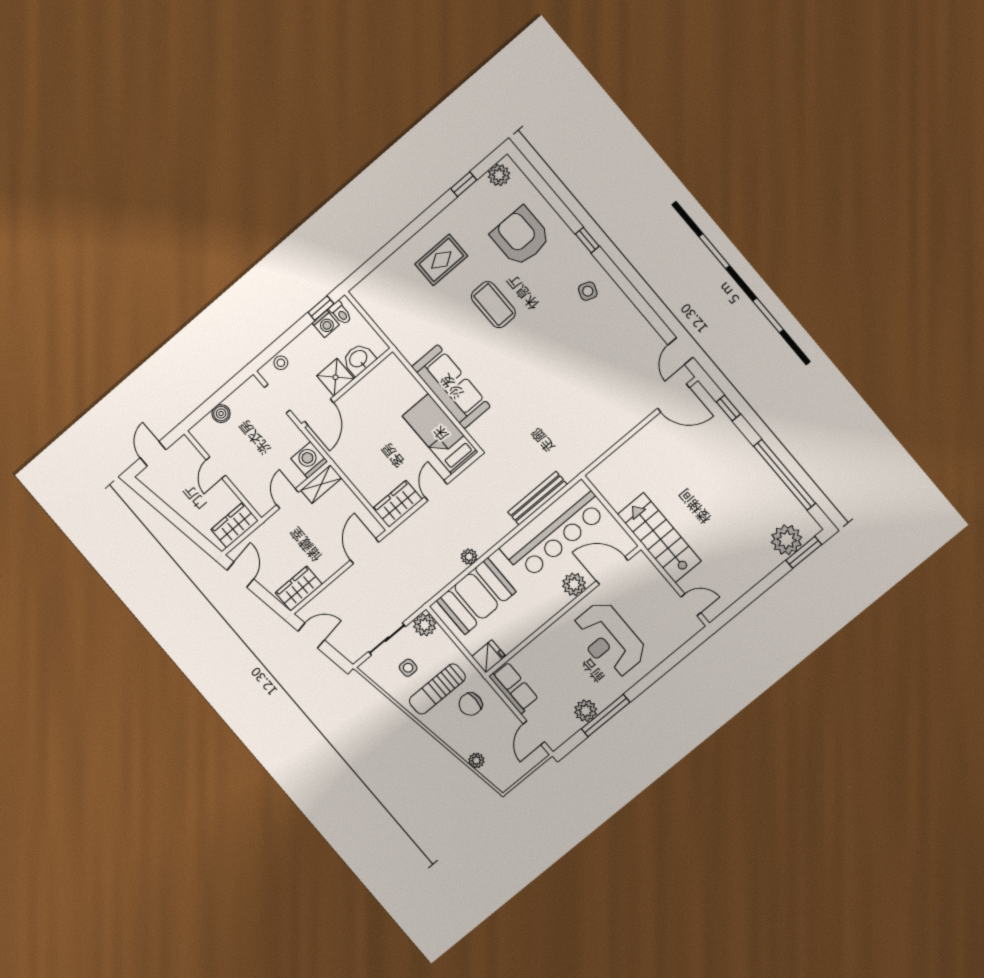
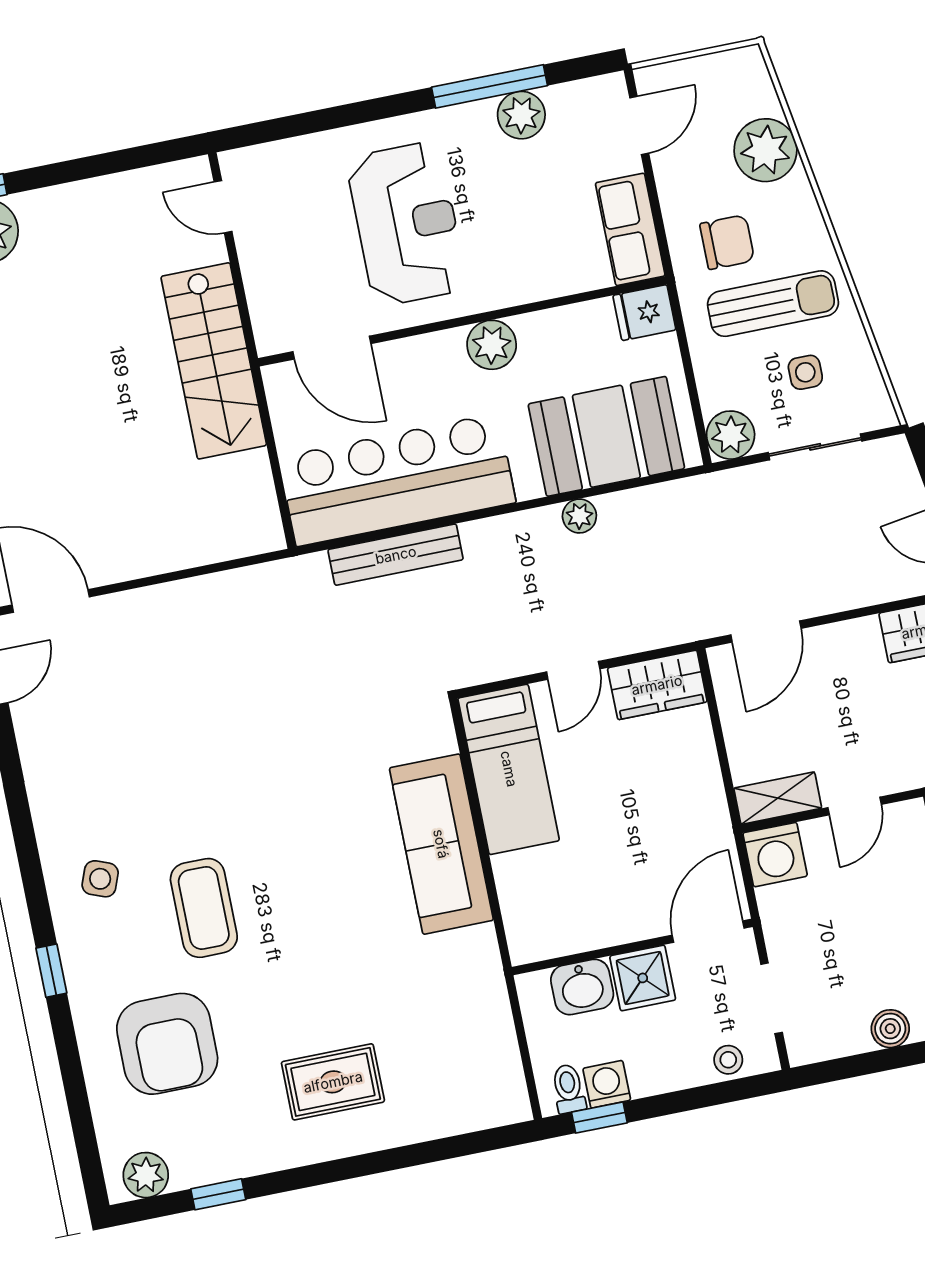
coffee table: (493, 305) -> (204, 908), moved
plant: (574, 584) -> (492, 345), moved
plant: (476, 760) -> (765, 150), width x1.87, depth x1.87

